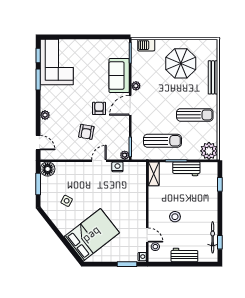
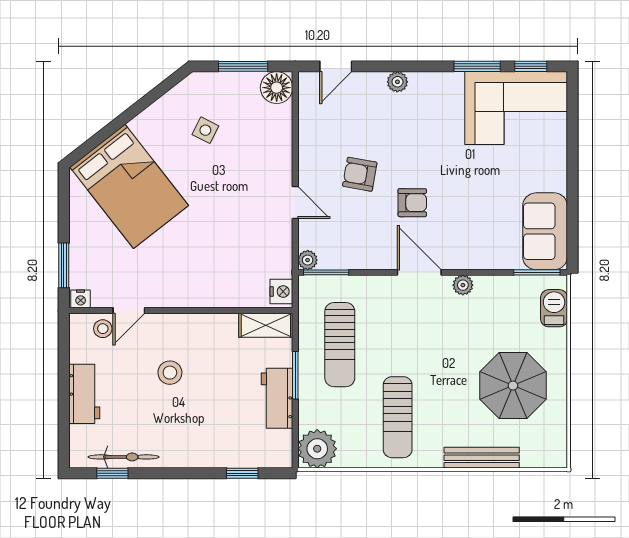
sofa: (119, 75) -> (545, 231), moved, turned -90
nightstand: (117, 167) -> (281, 291), moved

